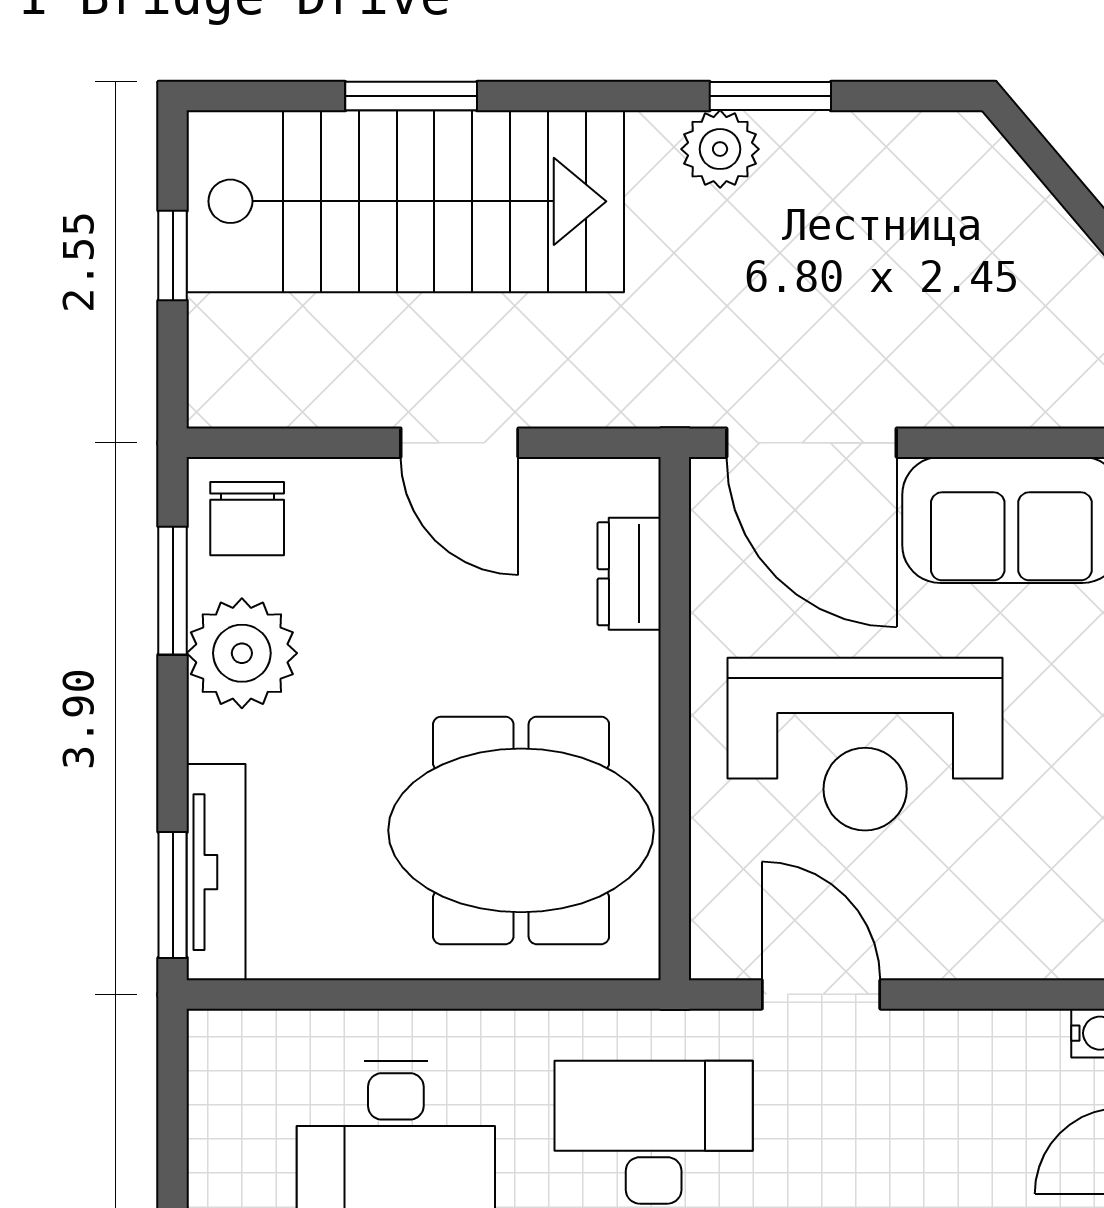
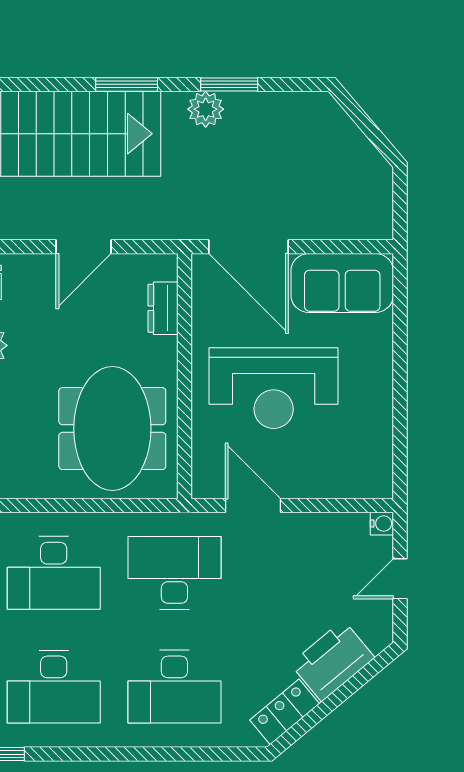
window: (411, 96) -> (127, 84), moved
door: (459, 443) -> (83, 247), hinge flipped
meeting table: (521, 830) -> (112, 429), turned 90

